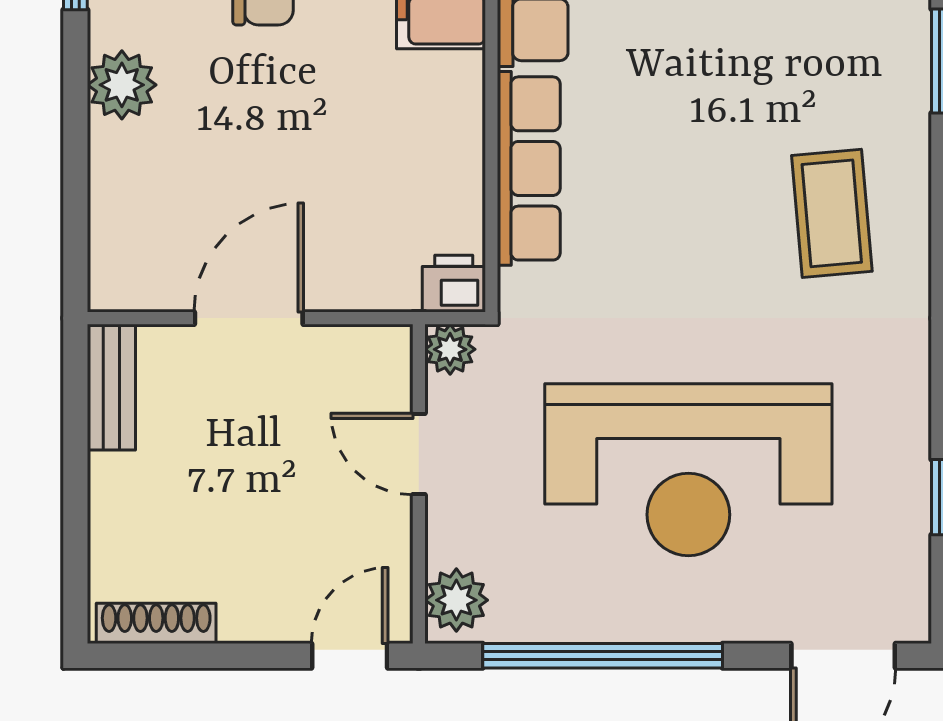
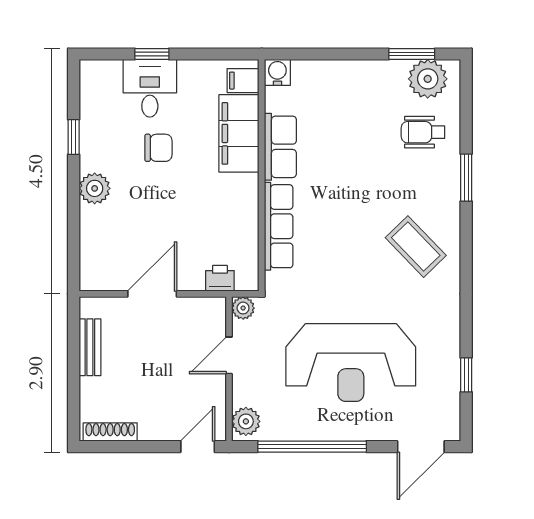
coffee table: (832, 213) -> (416, 247), turned -39
printer: (454, 284) -> (220, 278), moved
bench: (111, 387) -> (90, 347), moved
door: (419, 454) -> (229, 355), hinge flipped

